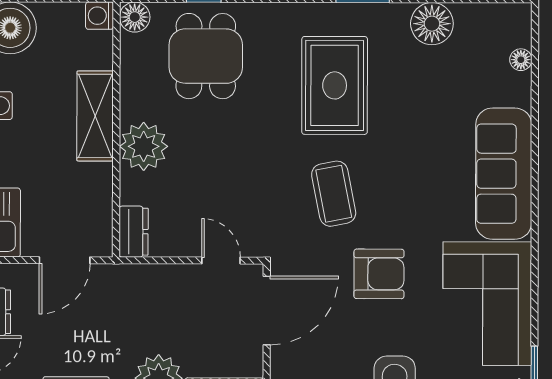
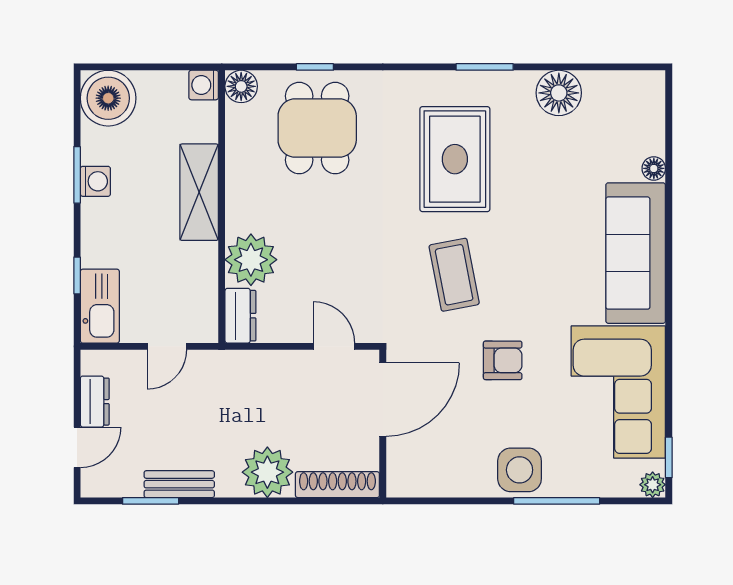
floor lamp: (521, 60) -> (654, 168), moved
plant: (144, 146) -> (251, 260), moved
door: (65, 260) -> (167, 346), width x0.73
armchair: (379, 274) -> (503, 360), width x0.72, depth x0.72

